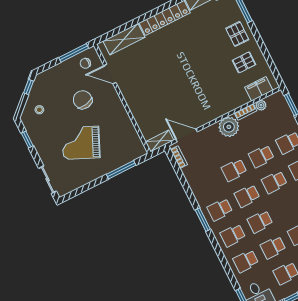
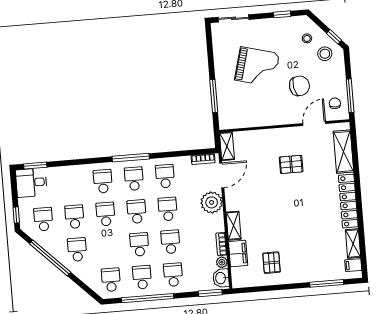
pallet: (237, 34) -> (291, 164), moved
stool: (46, 89) -> (325, 54), added
filing cabinet: (259, 89) -> (238, 254), moved
washbasin: (275, 100) -> (221, 278), added
shelving: (226, 108) -> (234, 226), added
plant: (229, 127) -> (212, 202), moved
grand piano: (81, 143) -> (257, 67), turned 81
window: (203, 220) -> (131, 158), width x1.44
school desk: (246, 261) -> (165, 176), moved

